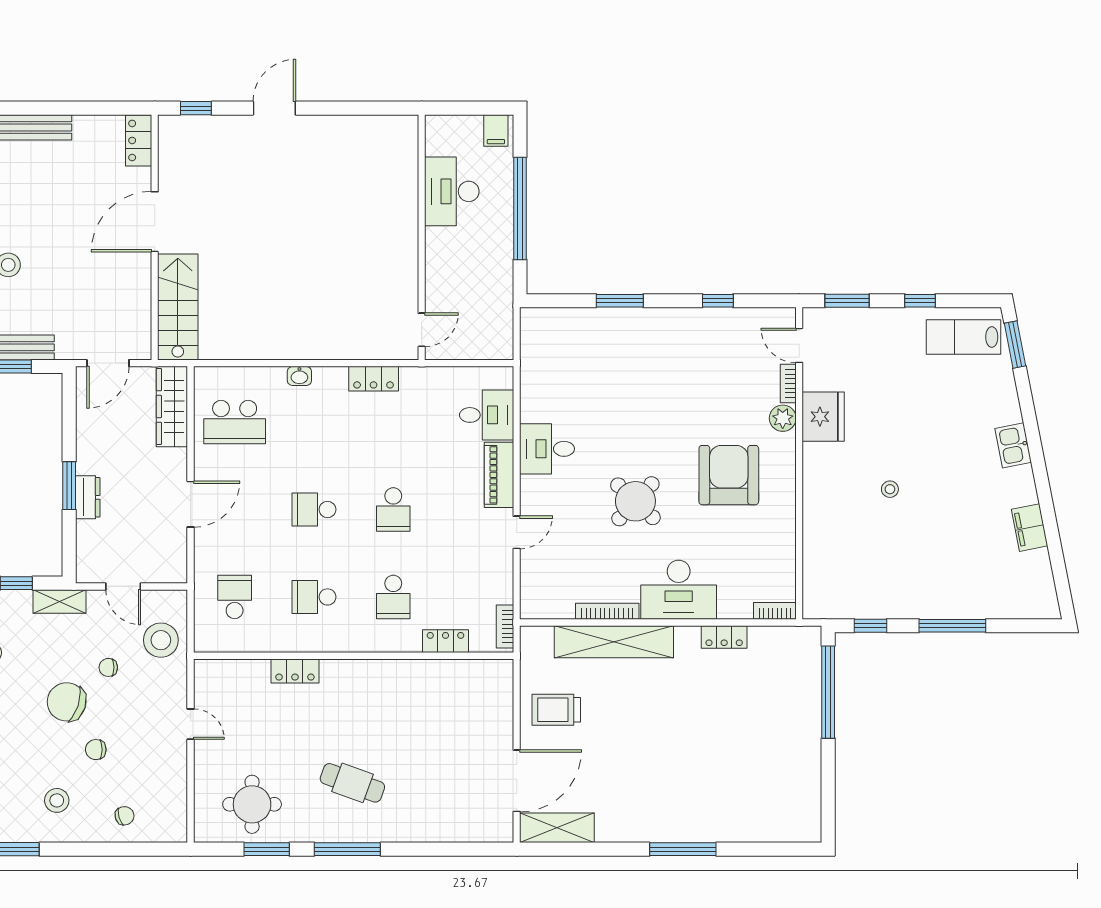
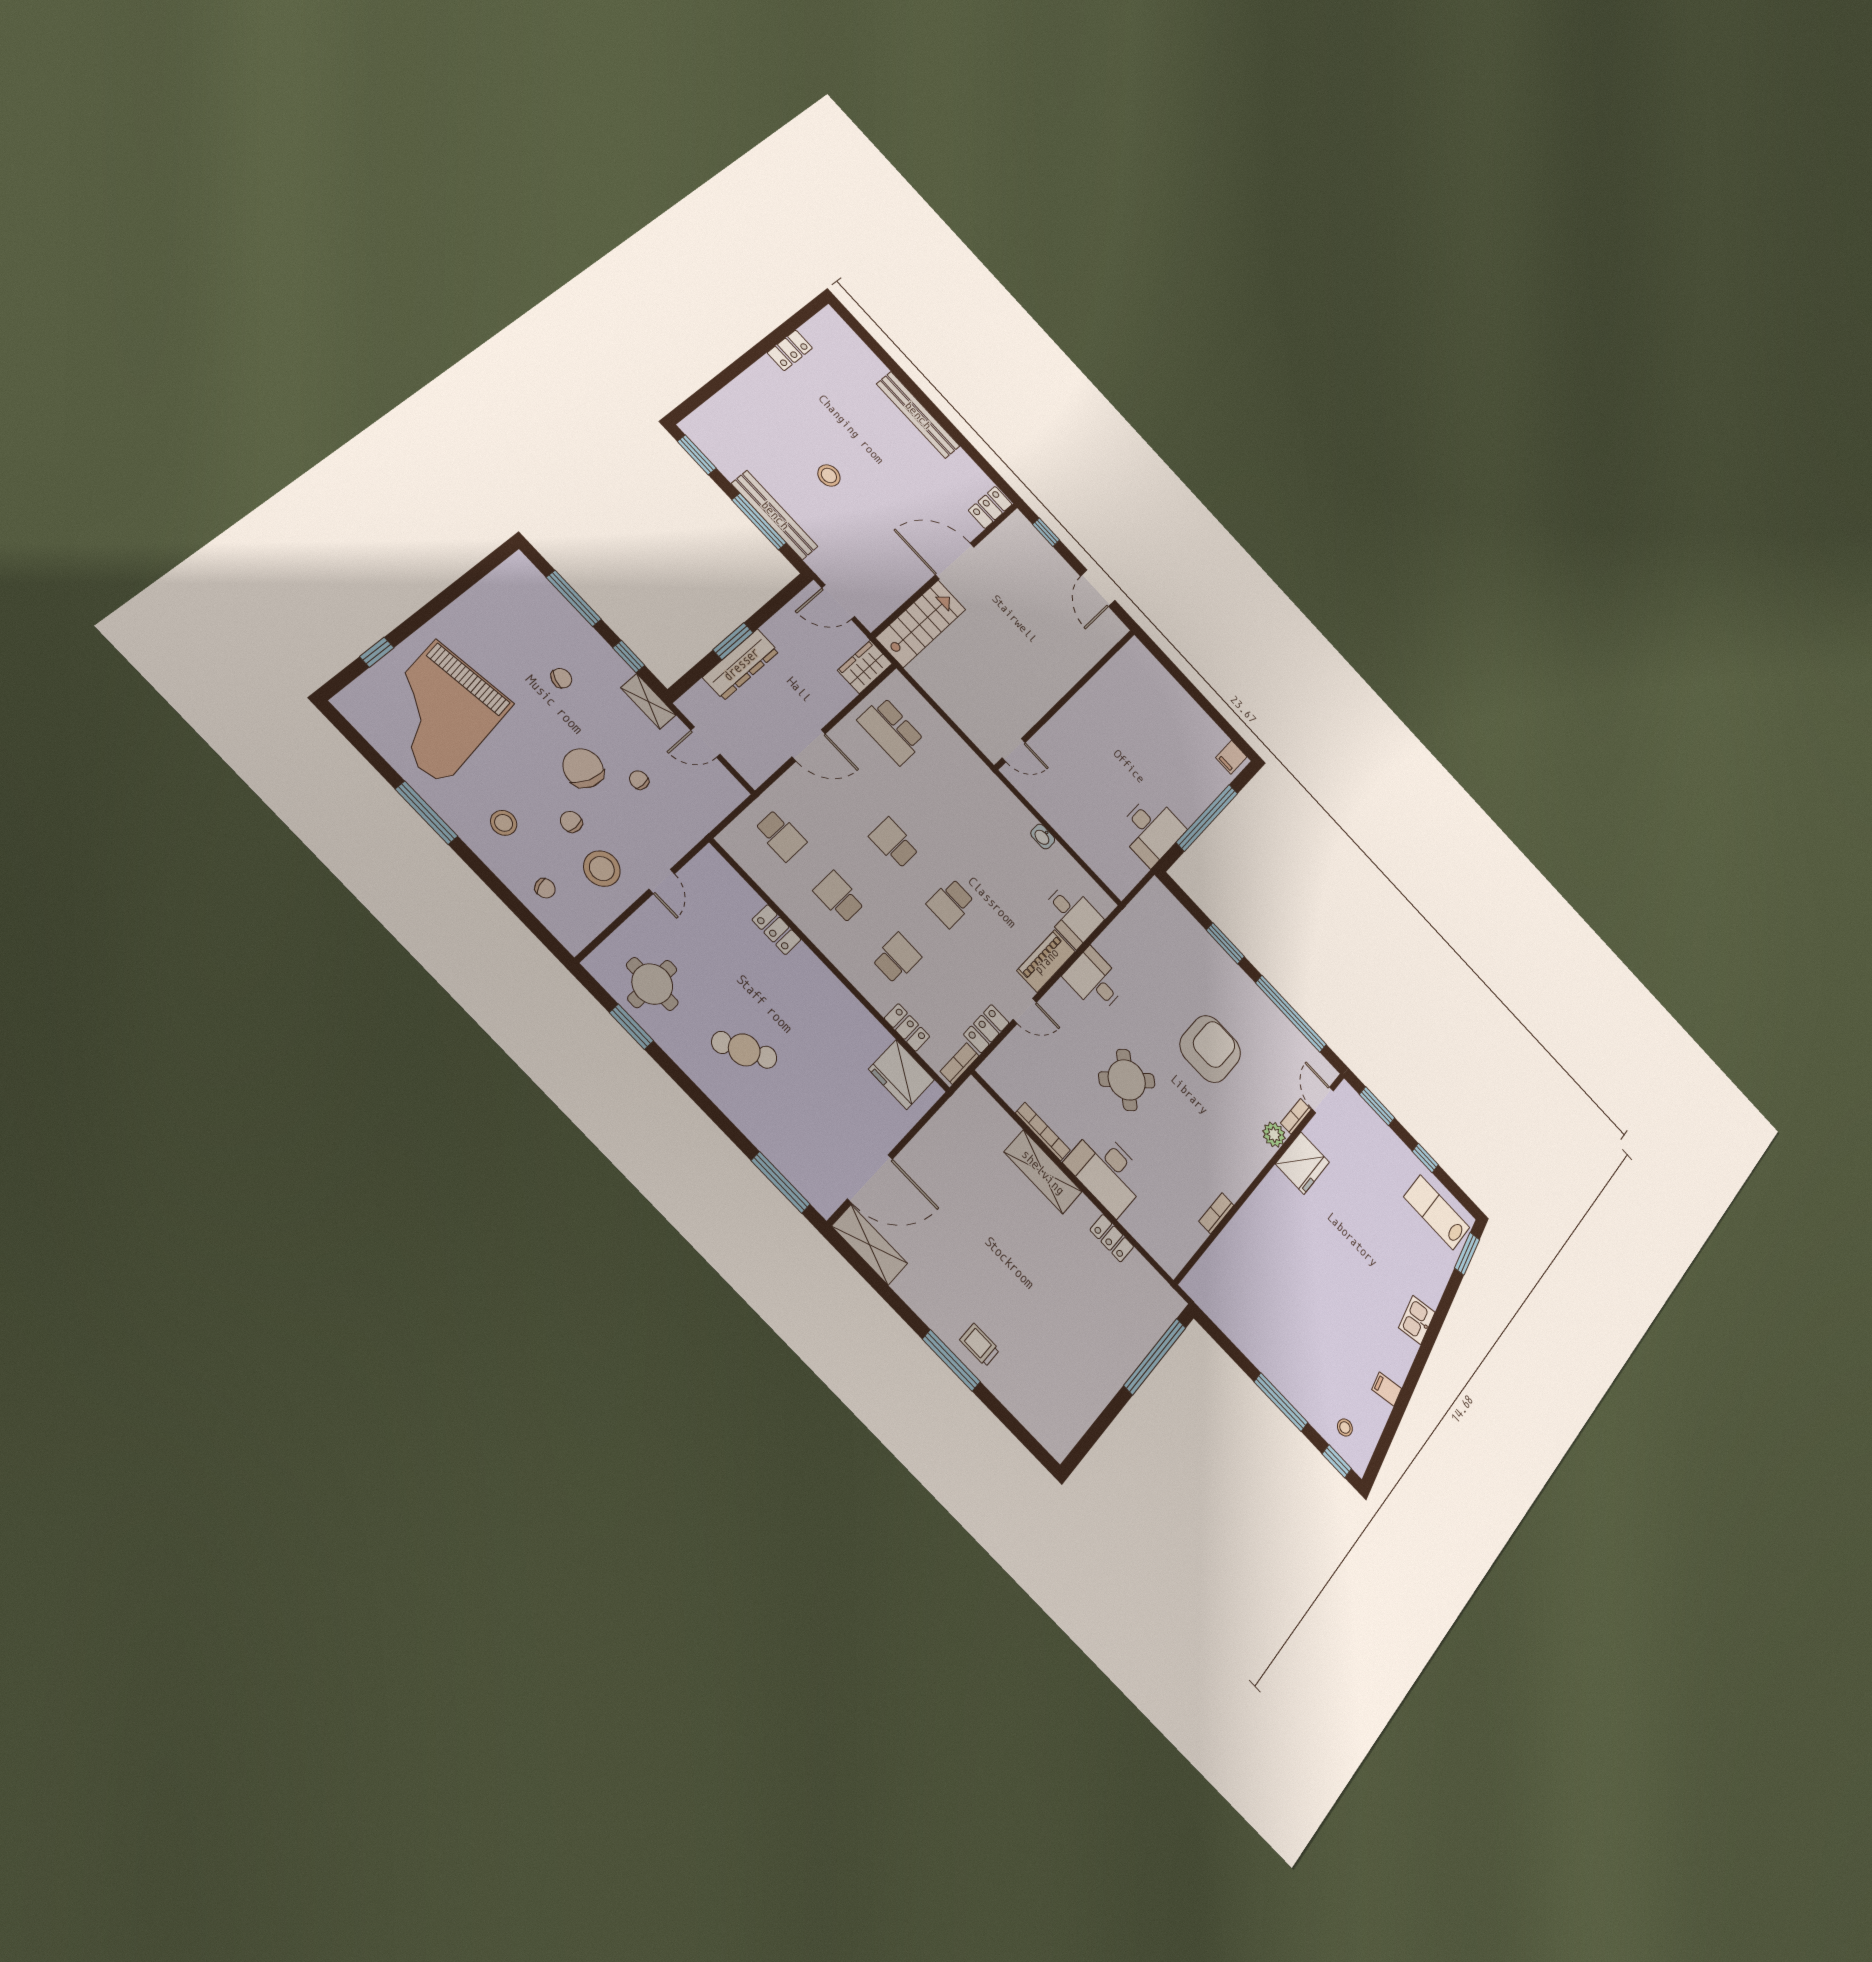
door: (274, 108) -> (1098, 588), swing flipped
desk: (452, 191) -> (1151, 830), moved, turned 180
wall: (422, 237) -> (1066, 698), moved
window: (718, 301) -> (1291, 1014), width x3.17
door: (422, 330) -> (1014, 750), moved
washbasin: (299, 376) -> (1043, 837), moved
locker: (374, 379) -> (986, 1029), moved, turned 90
wardrobe: (172, 407) -> (865, 667), width x0.67
armchair: (729, 475) -> (1210, 1049), moved
stool: (890, 489) -> (1345, 1428), moved
dresser: (88, 497) -> (741, 664), width x1.96, depth x1.24
filing cabinet: (1030, 528) -> (1387, 1389), width x0.50
door: (123, 586) -> (706, 742), hinge flipped
school desk: (235, 597) -> (781, 835), turned 90
school desk: (393, 597) -> (897, 958), turned 180
bookcase: (775, 611) -> (1216, 1213), moved, turned -90
window: (870, 626) -> (1337, 1461), moved
stool: (161, 640) -> (602, 869), moved
shelving: (614, 642) -> (1043, 1172), width x0.68
fridge: (472, 681) -> (901, 1075), added
trolley: (556, 710) -> (980, 1345), moved, width x0.73, depth x0.72
cafe table: (352, 783) -> (744, 1050), turned -51
window: (347, 849) -> (781, 1182), moved

